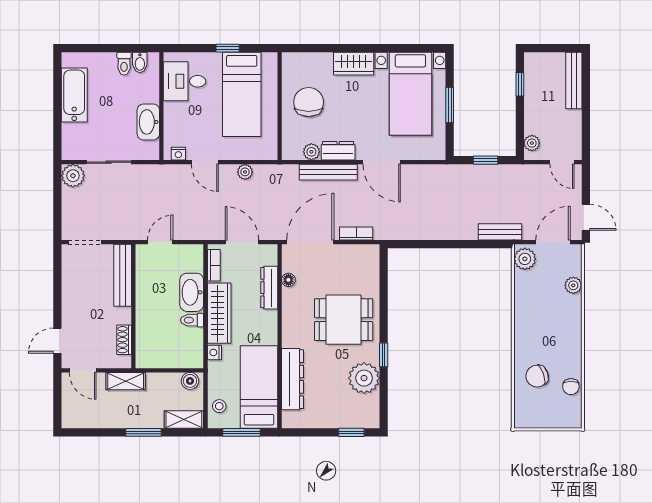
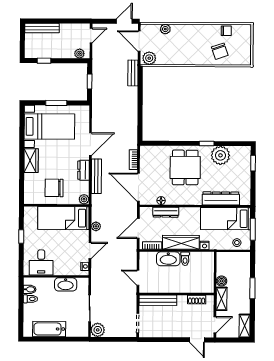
bed: (242, 94) -> (63, 218), moved, turned 180
plant: (311, 152) -> (84, 199), moved
boiler: (190, 381) -> (222, 281), moved
shelving: (184, 420) -> (245, 326), moved

